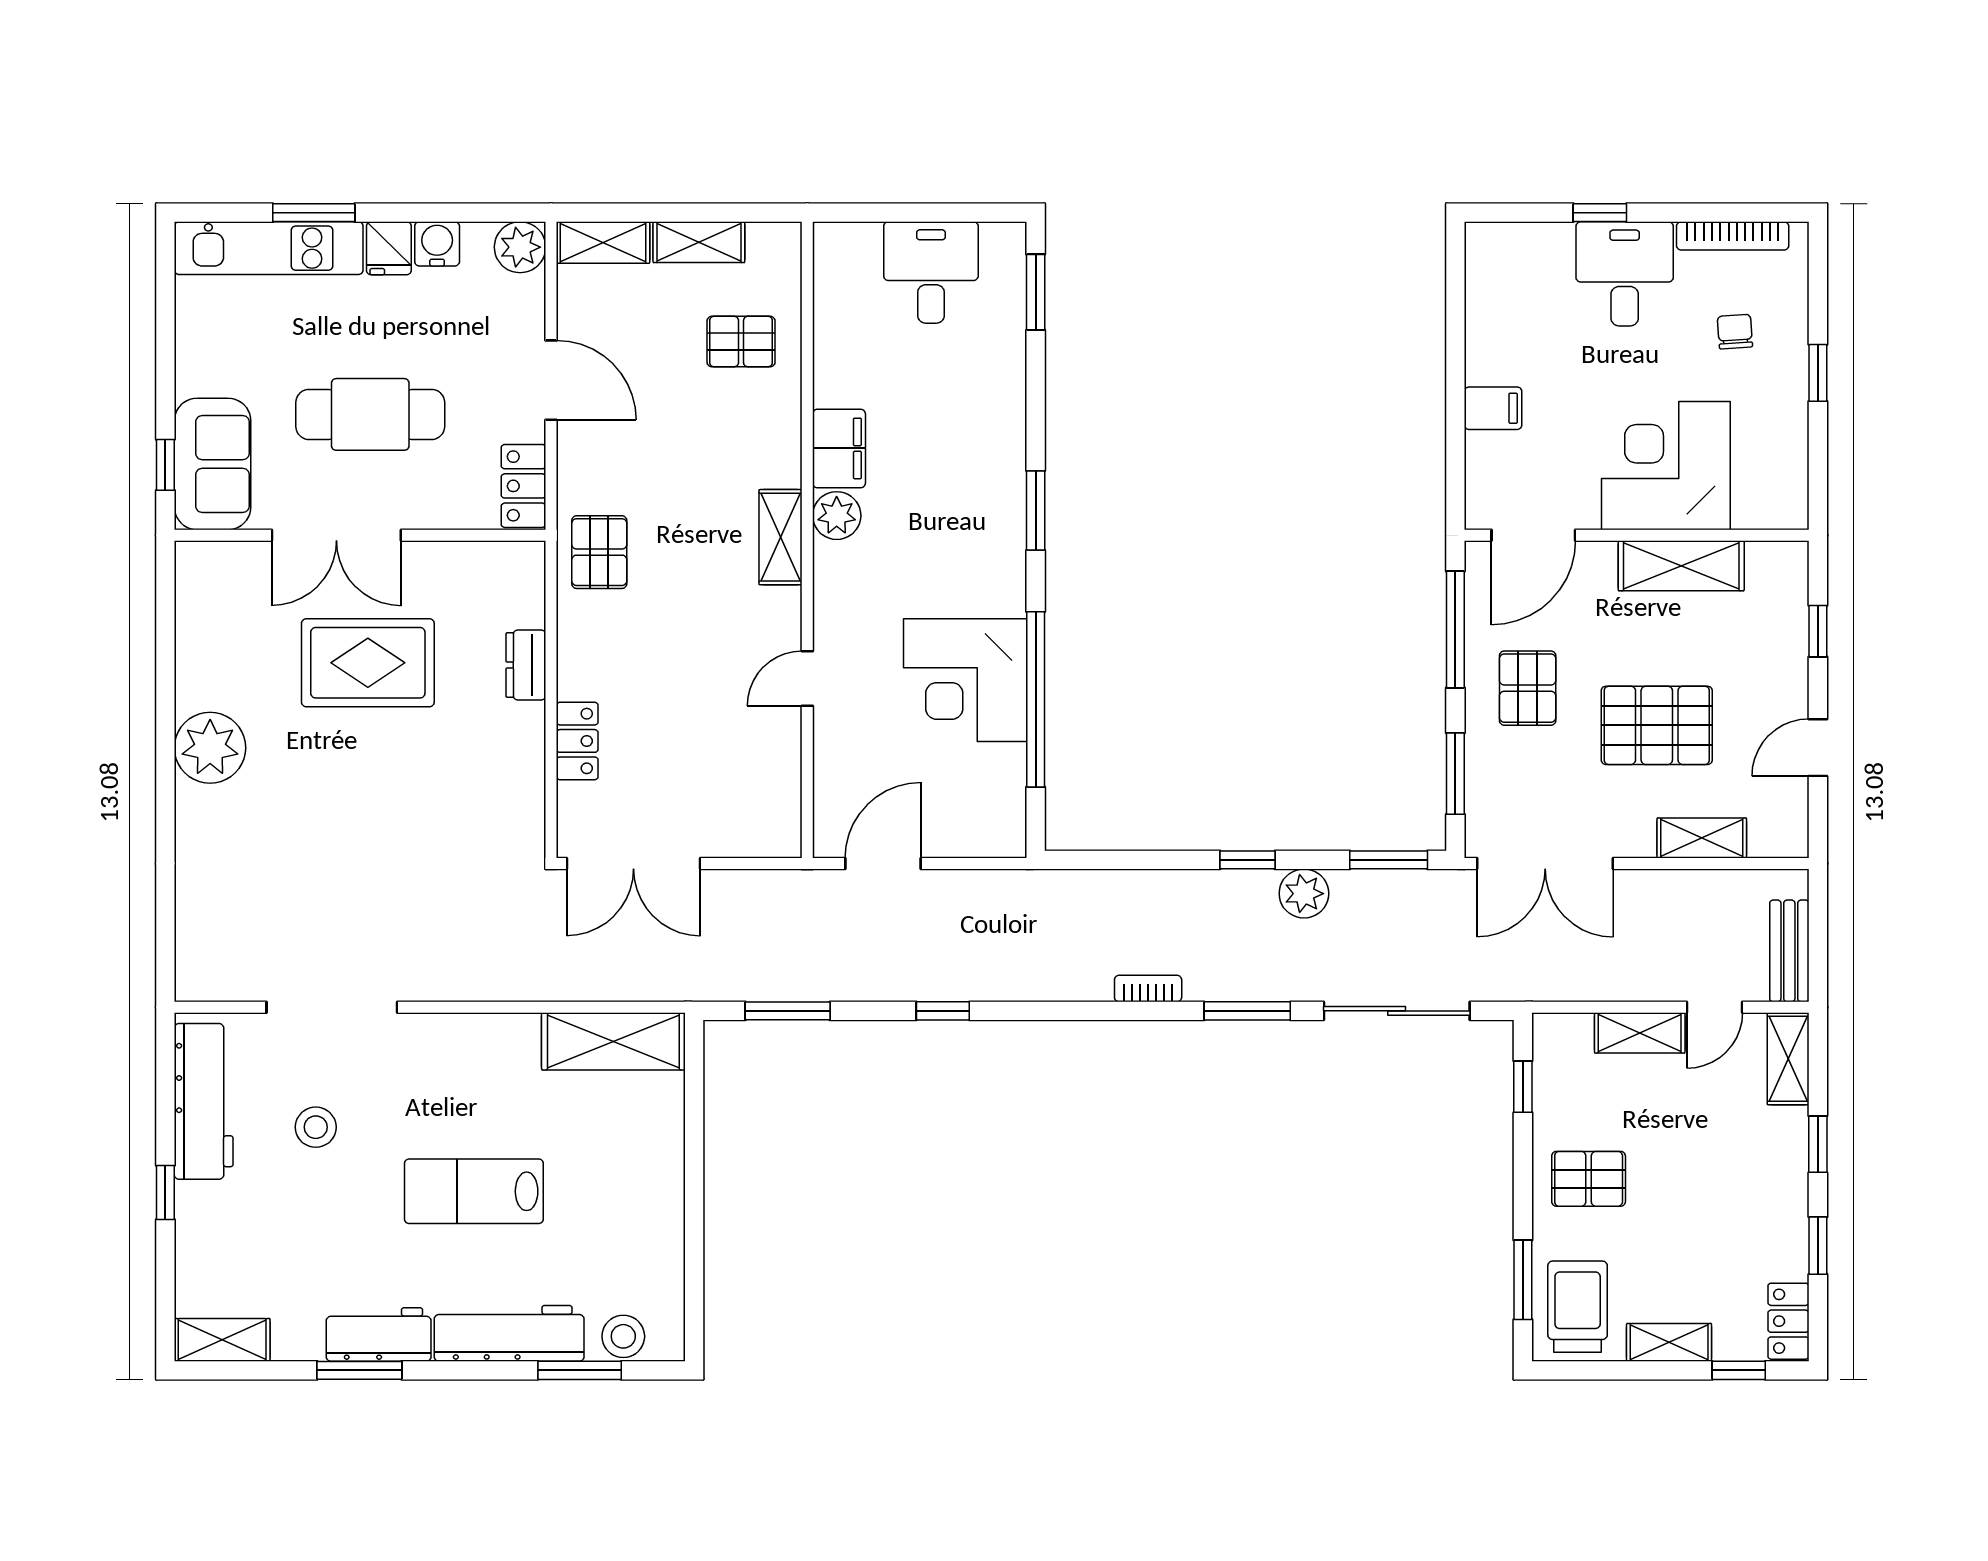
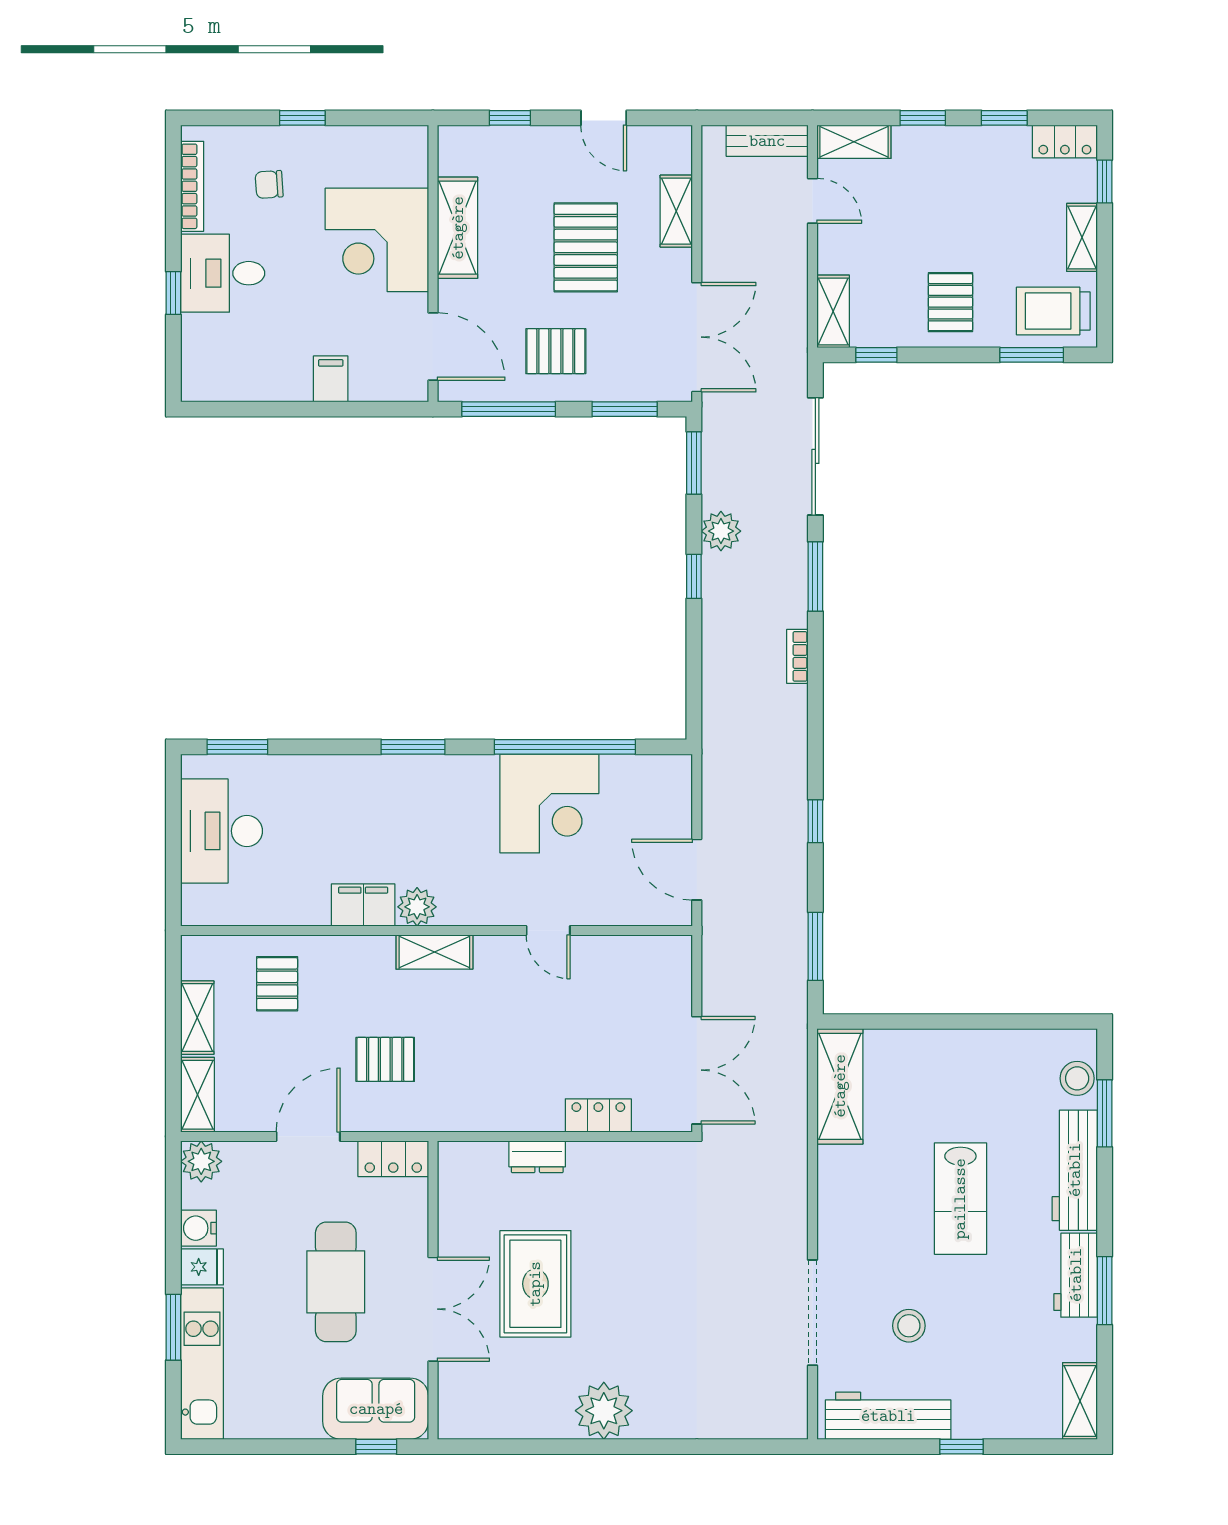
desk: (931, 272) -> (222, 831), width x1.37
pallet: (599, 552) -> (385, 1059), moved
shelving: (1640, 1033) -> (833, 311), moved

